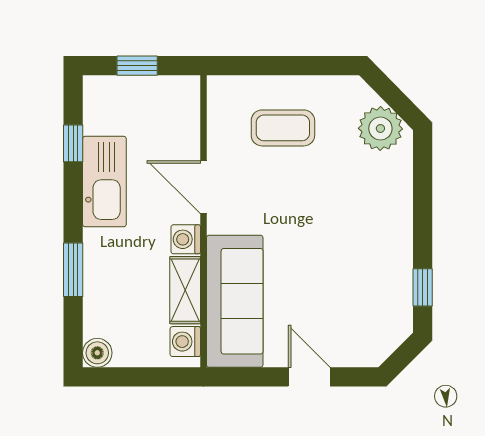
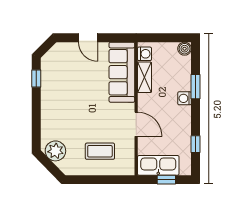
kitchen sink: (104, 181) -> (158, 165), moved, turned 90
washing machine: (186, 239) -> (185, 98), moved, turned 180

